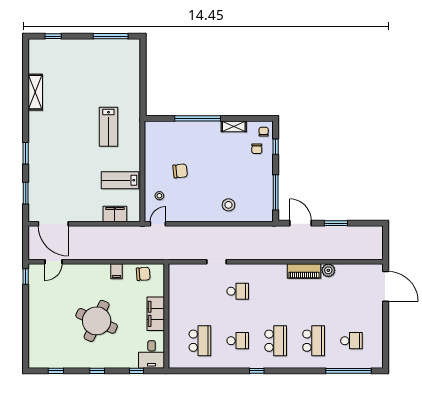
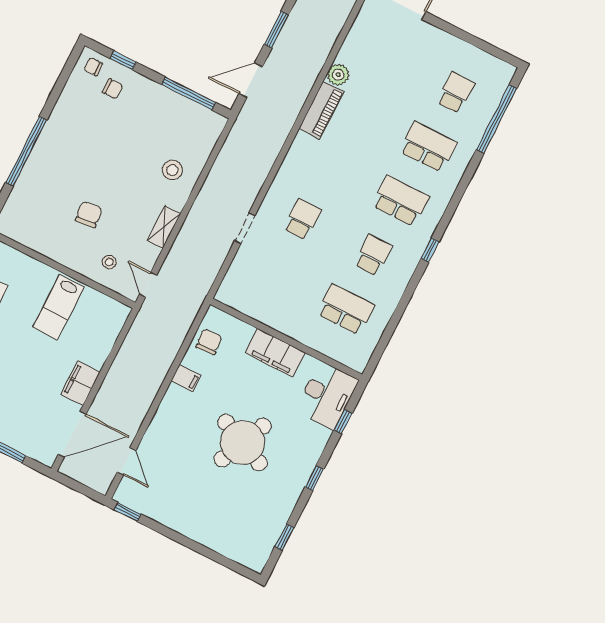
shelving: (234, 126) -> (164, 227), moved
filing cabinet: (115, 214) -> (81, 383), moved
desk: (152, 354) -> (327, 395), width x1.37

